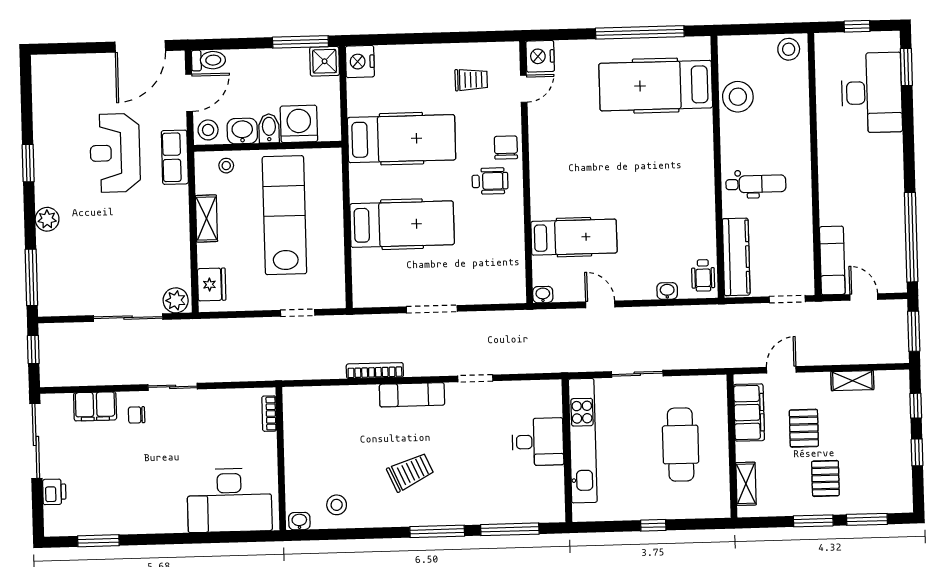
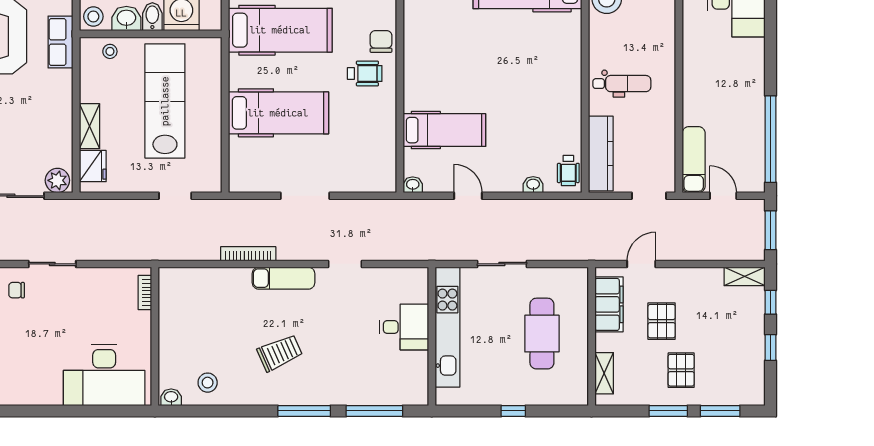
shelving: (206, 219) -> (89, 126), moved
shelving: (852, 381) -> (745, 276), moved

